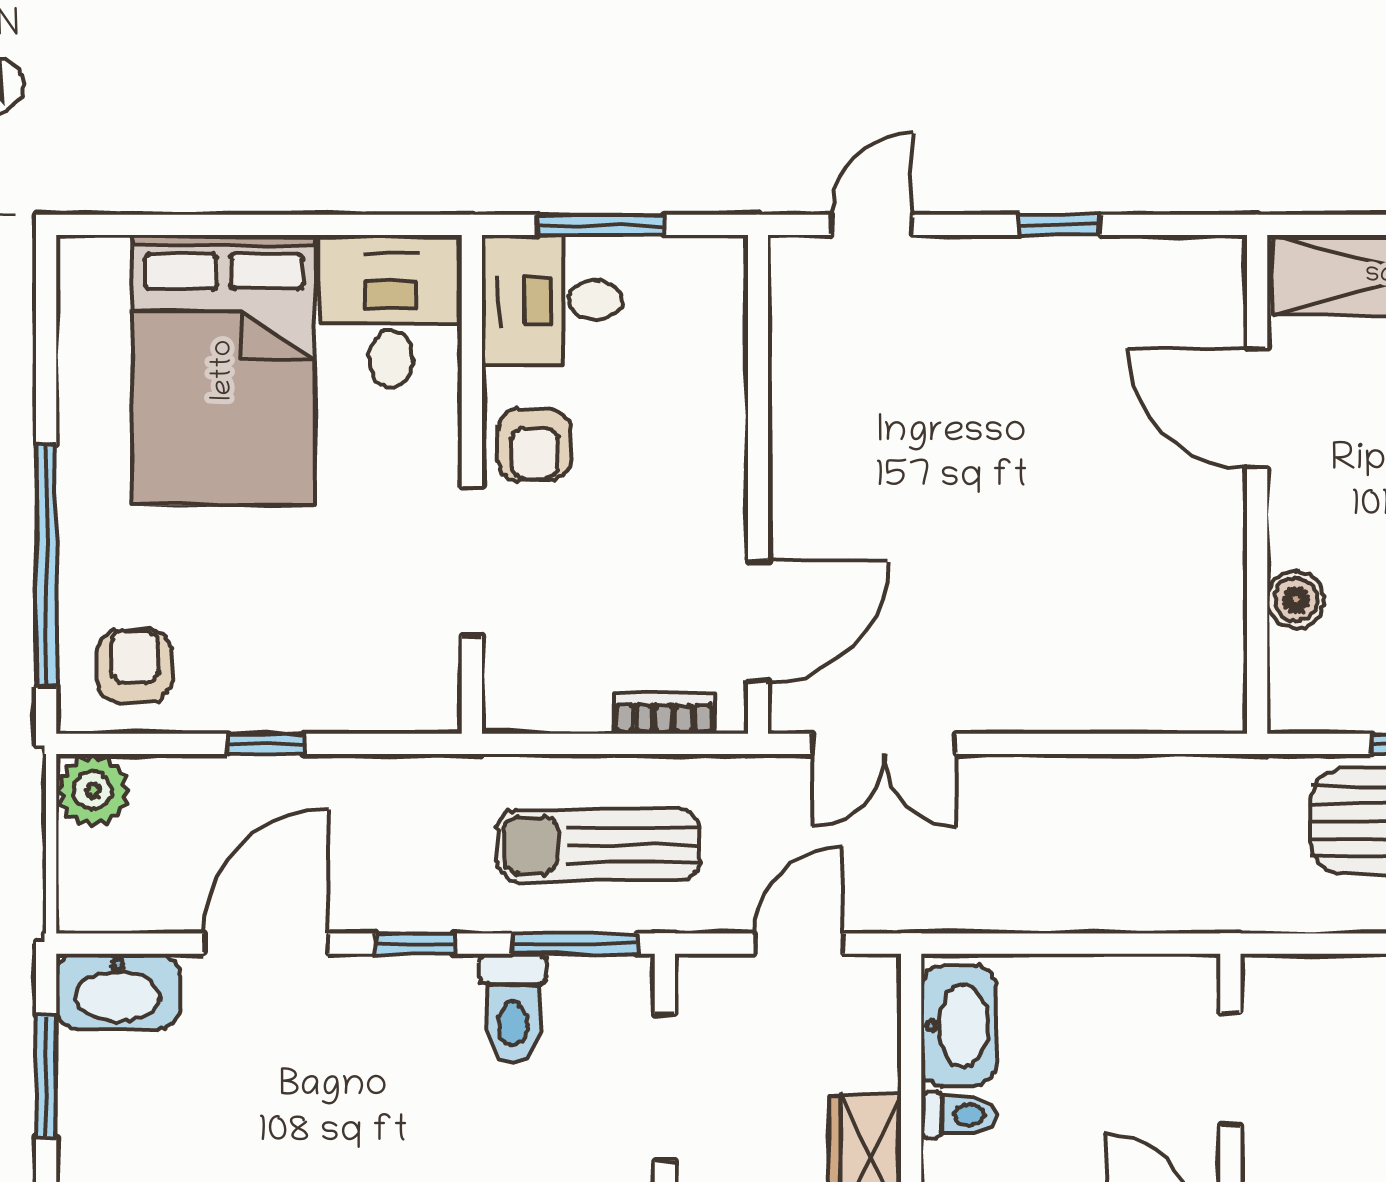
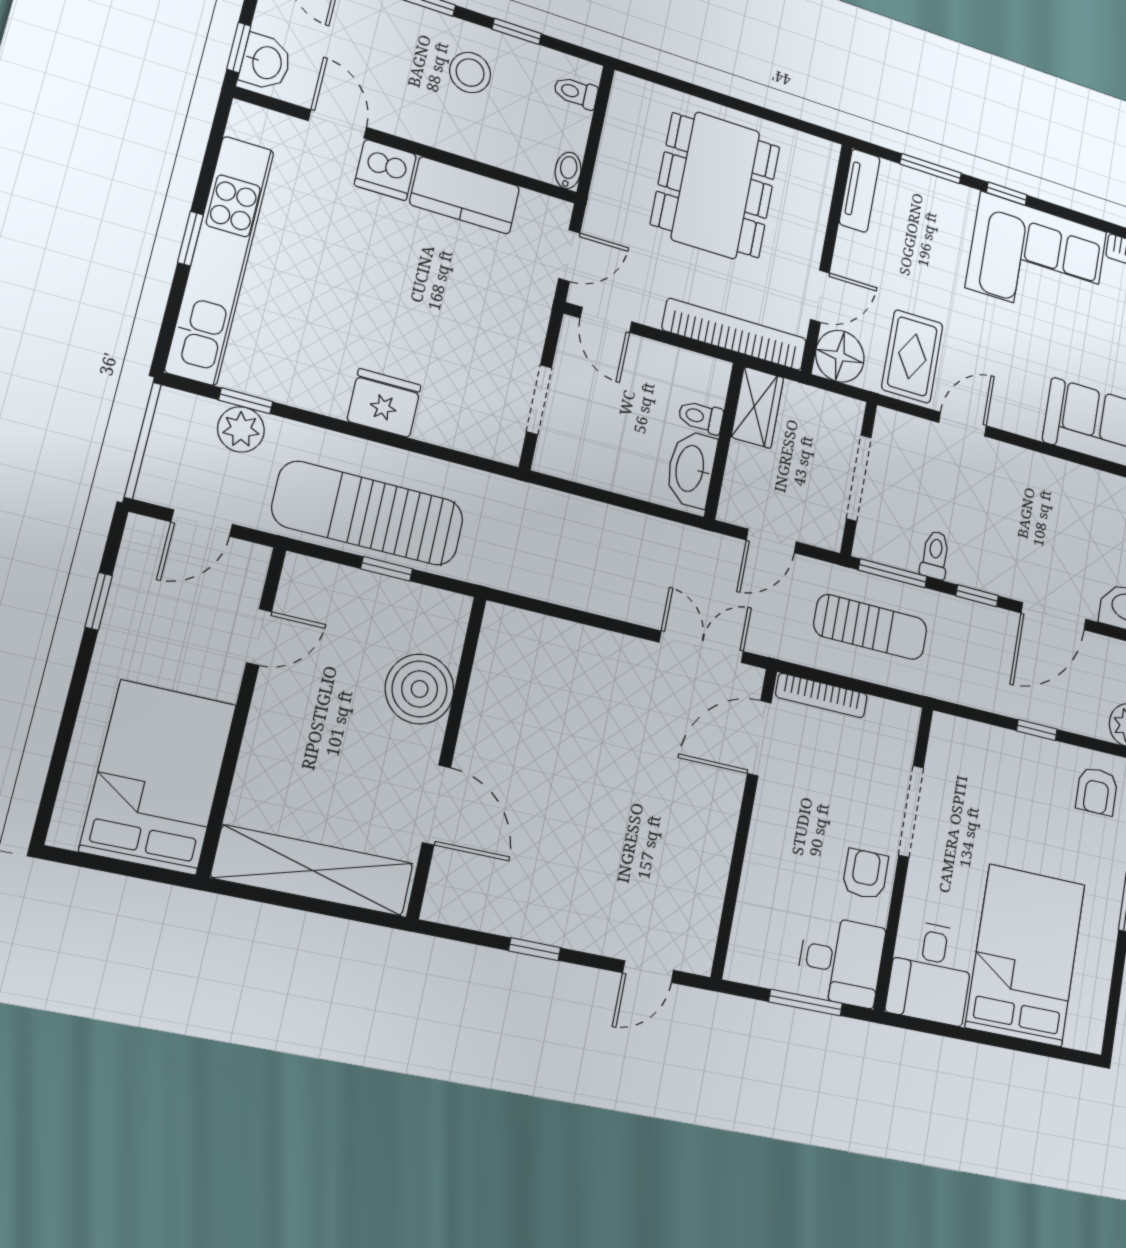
boiler: (1296, 600) -> (420, 689), width x1.86, depth x1.86
bookcase: (664, 713) -> (822, 696), width x1.56
toilet: (513, 1009) -> (935, 555), width x0.73, depth x0.72

